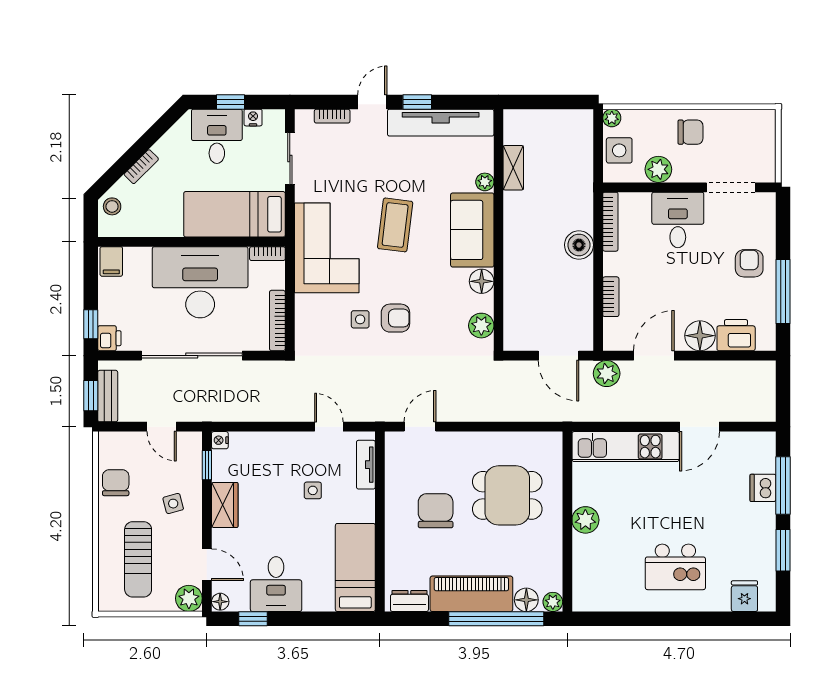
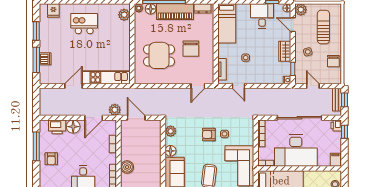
plant: (585, 520) -> (124, 15), moved

